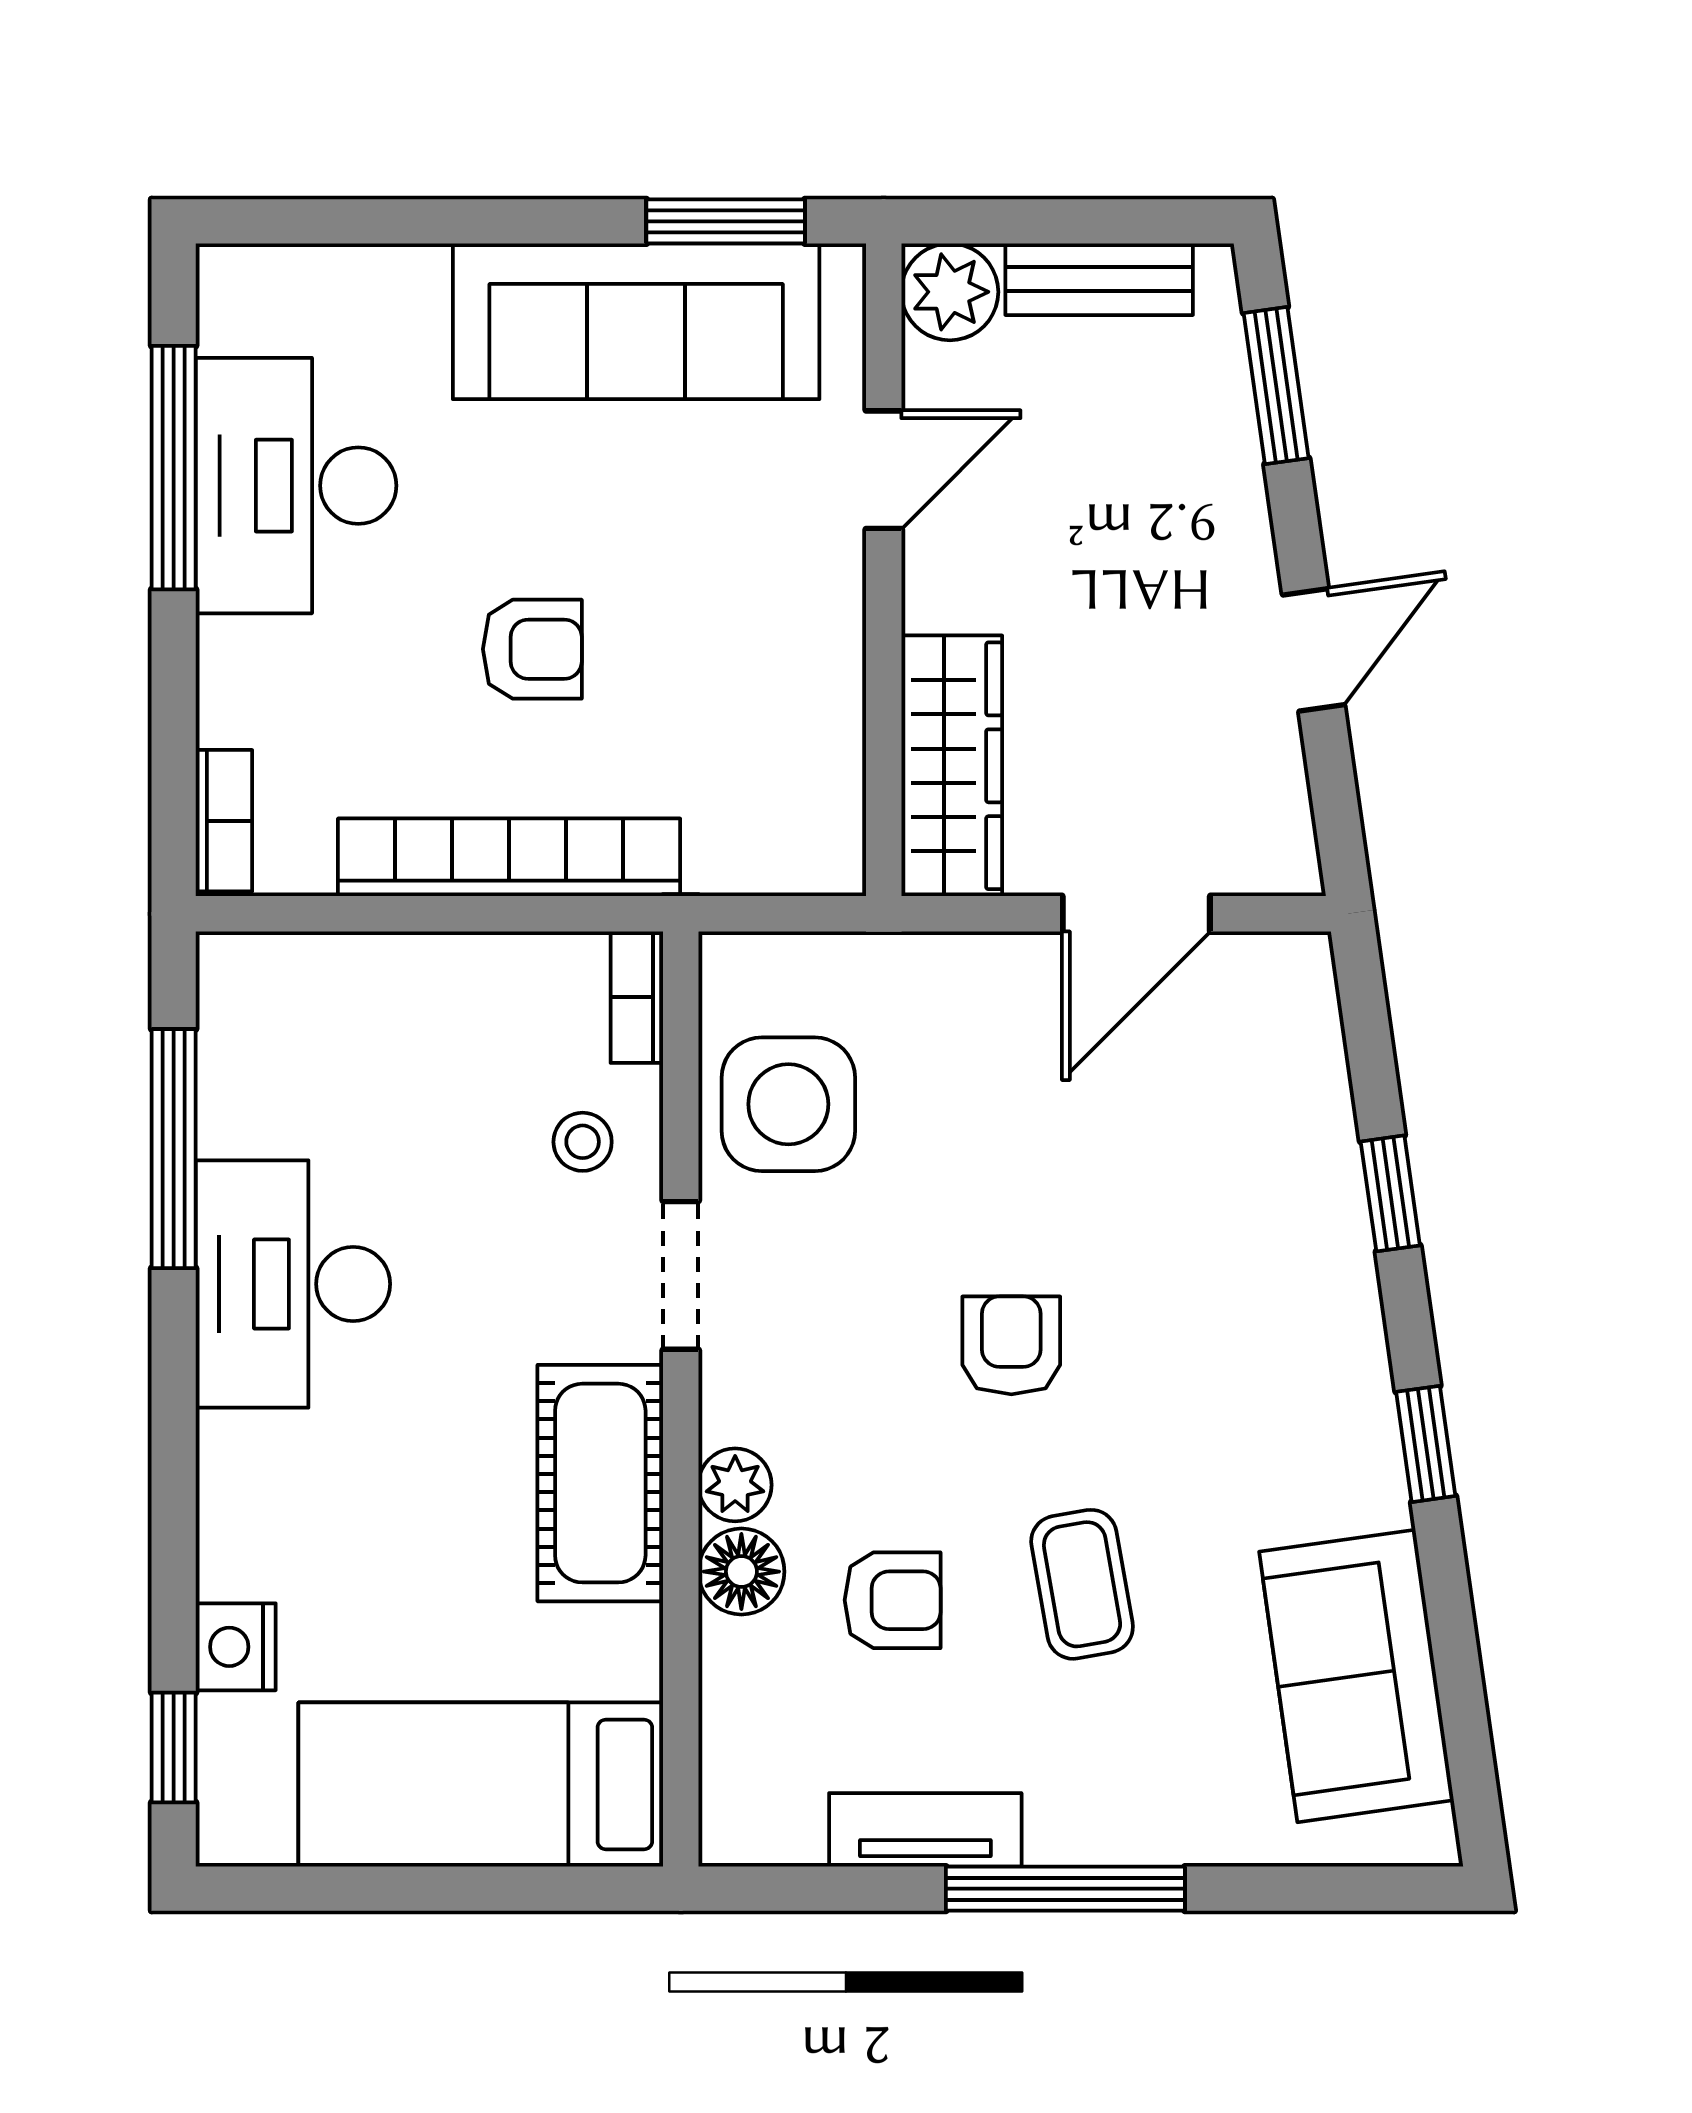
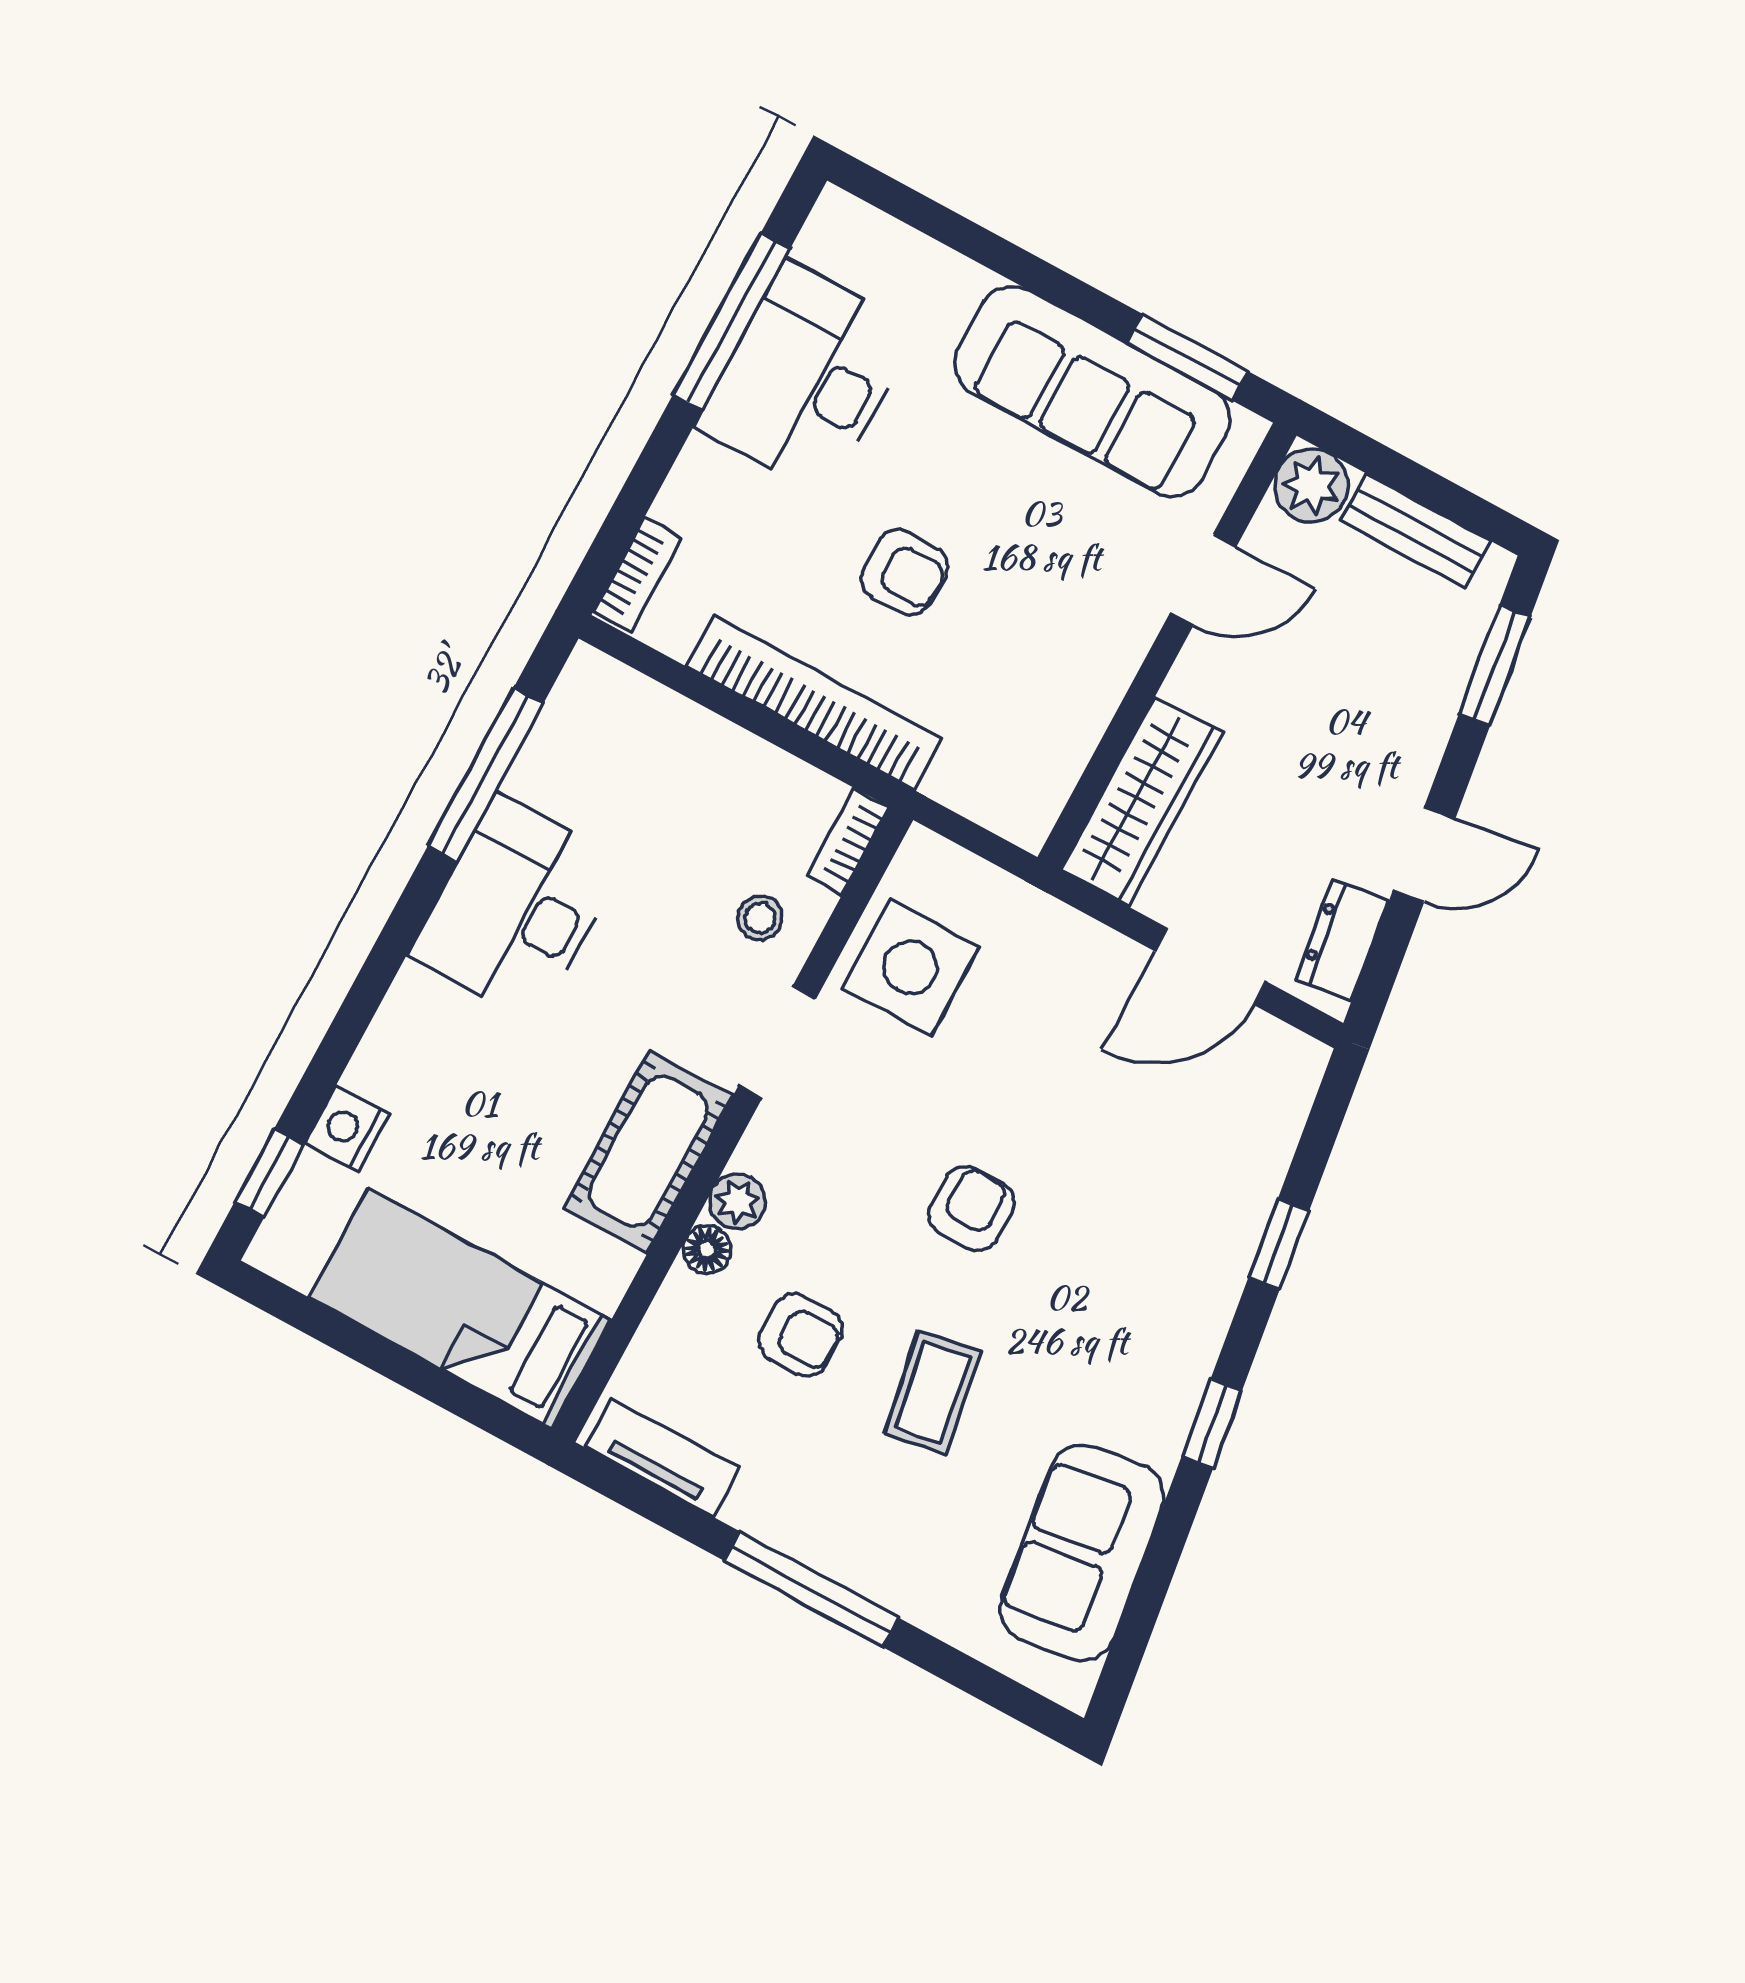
dresser: (1272, 800) -> (1342, 940), added
floor lamp: (741, 1572) -> (707, 1249), width x0.73, depth x0.73
tv unit: (925, 1830) -> (662, 1458), moved

